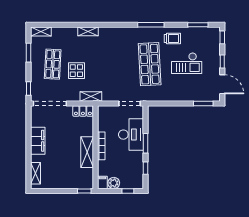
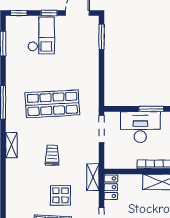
shelving: (88, 31) -> (11, 145), moved
trolley: (172, 39) -> (52, 155), moved
checkout: (187, 63) -> (41, 36), moved

